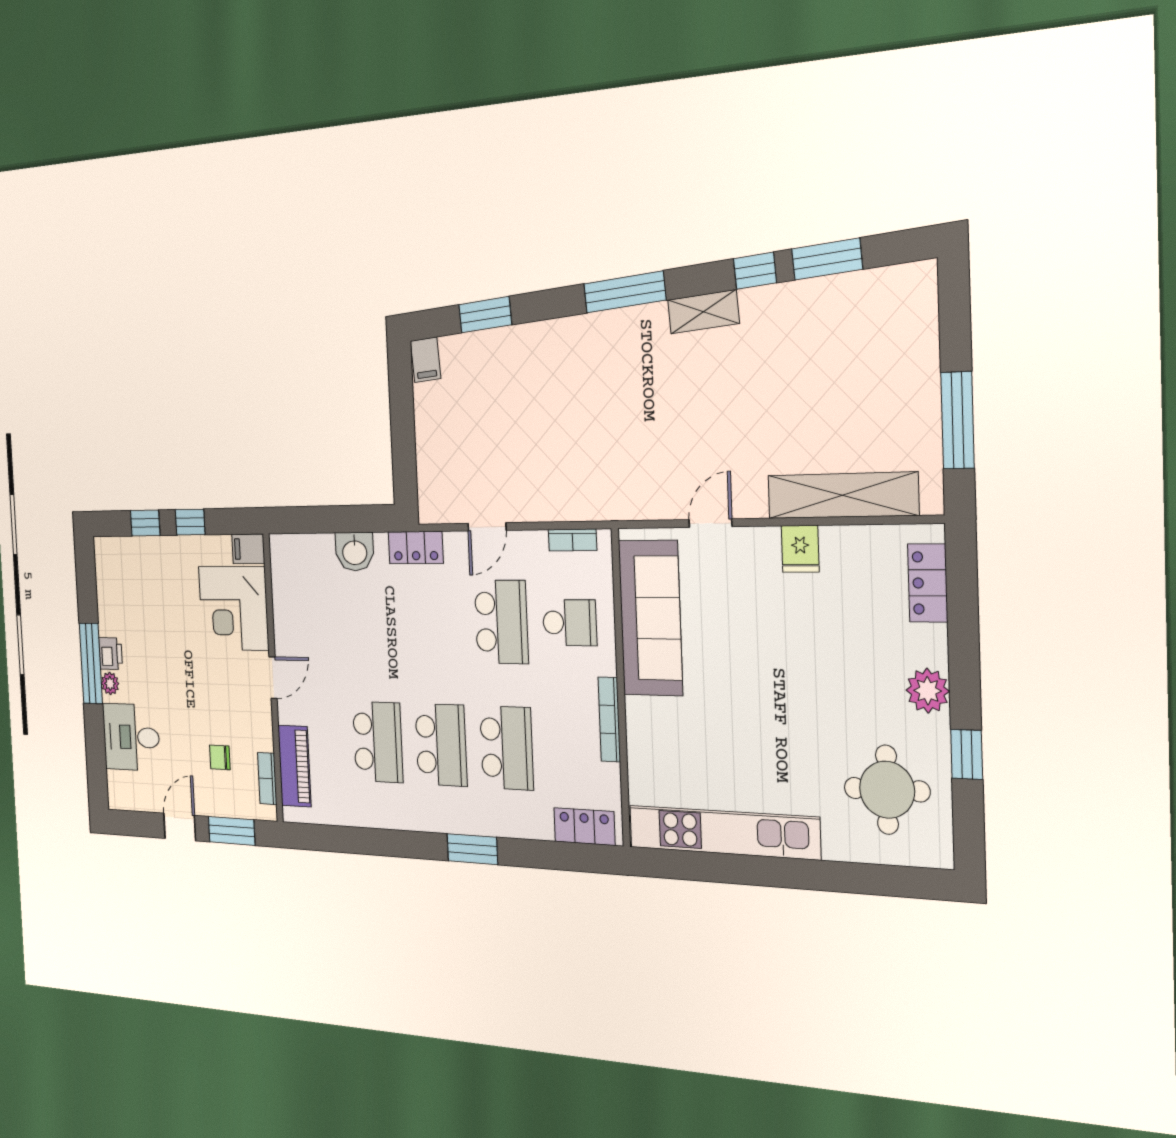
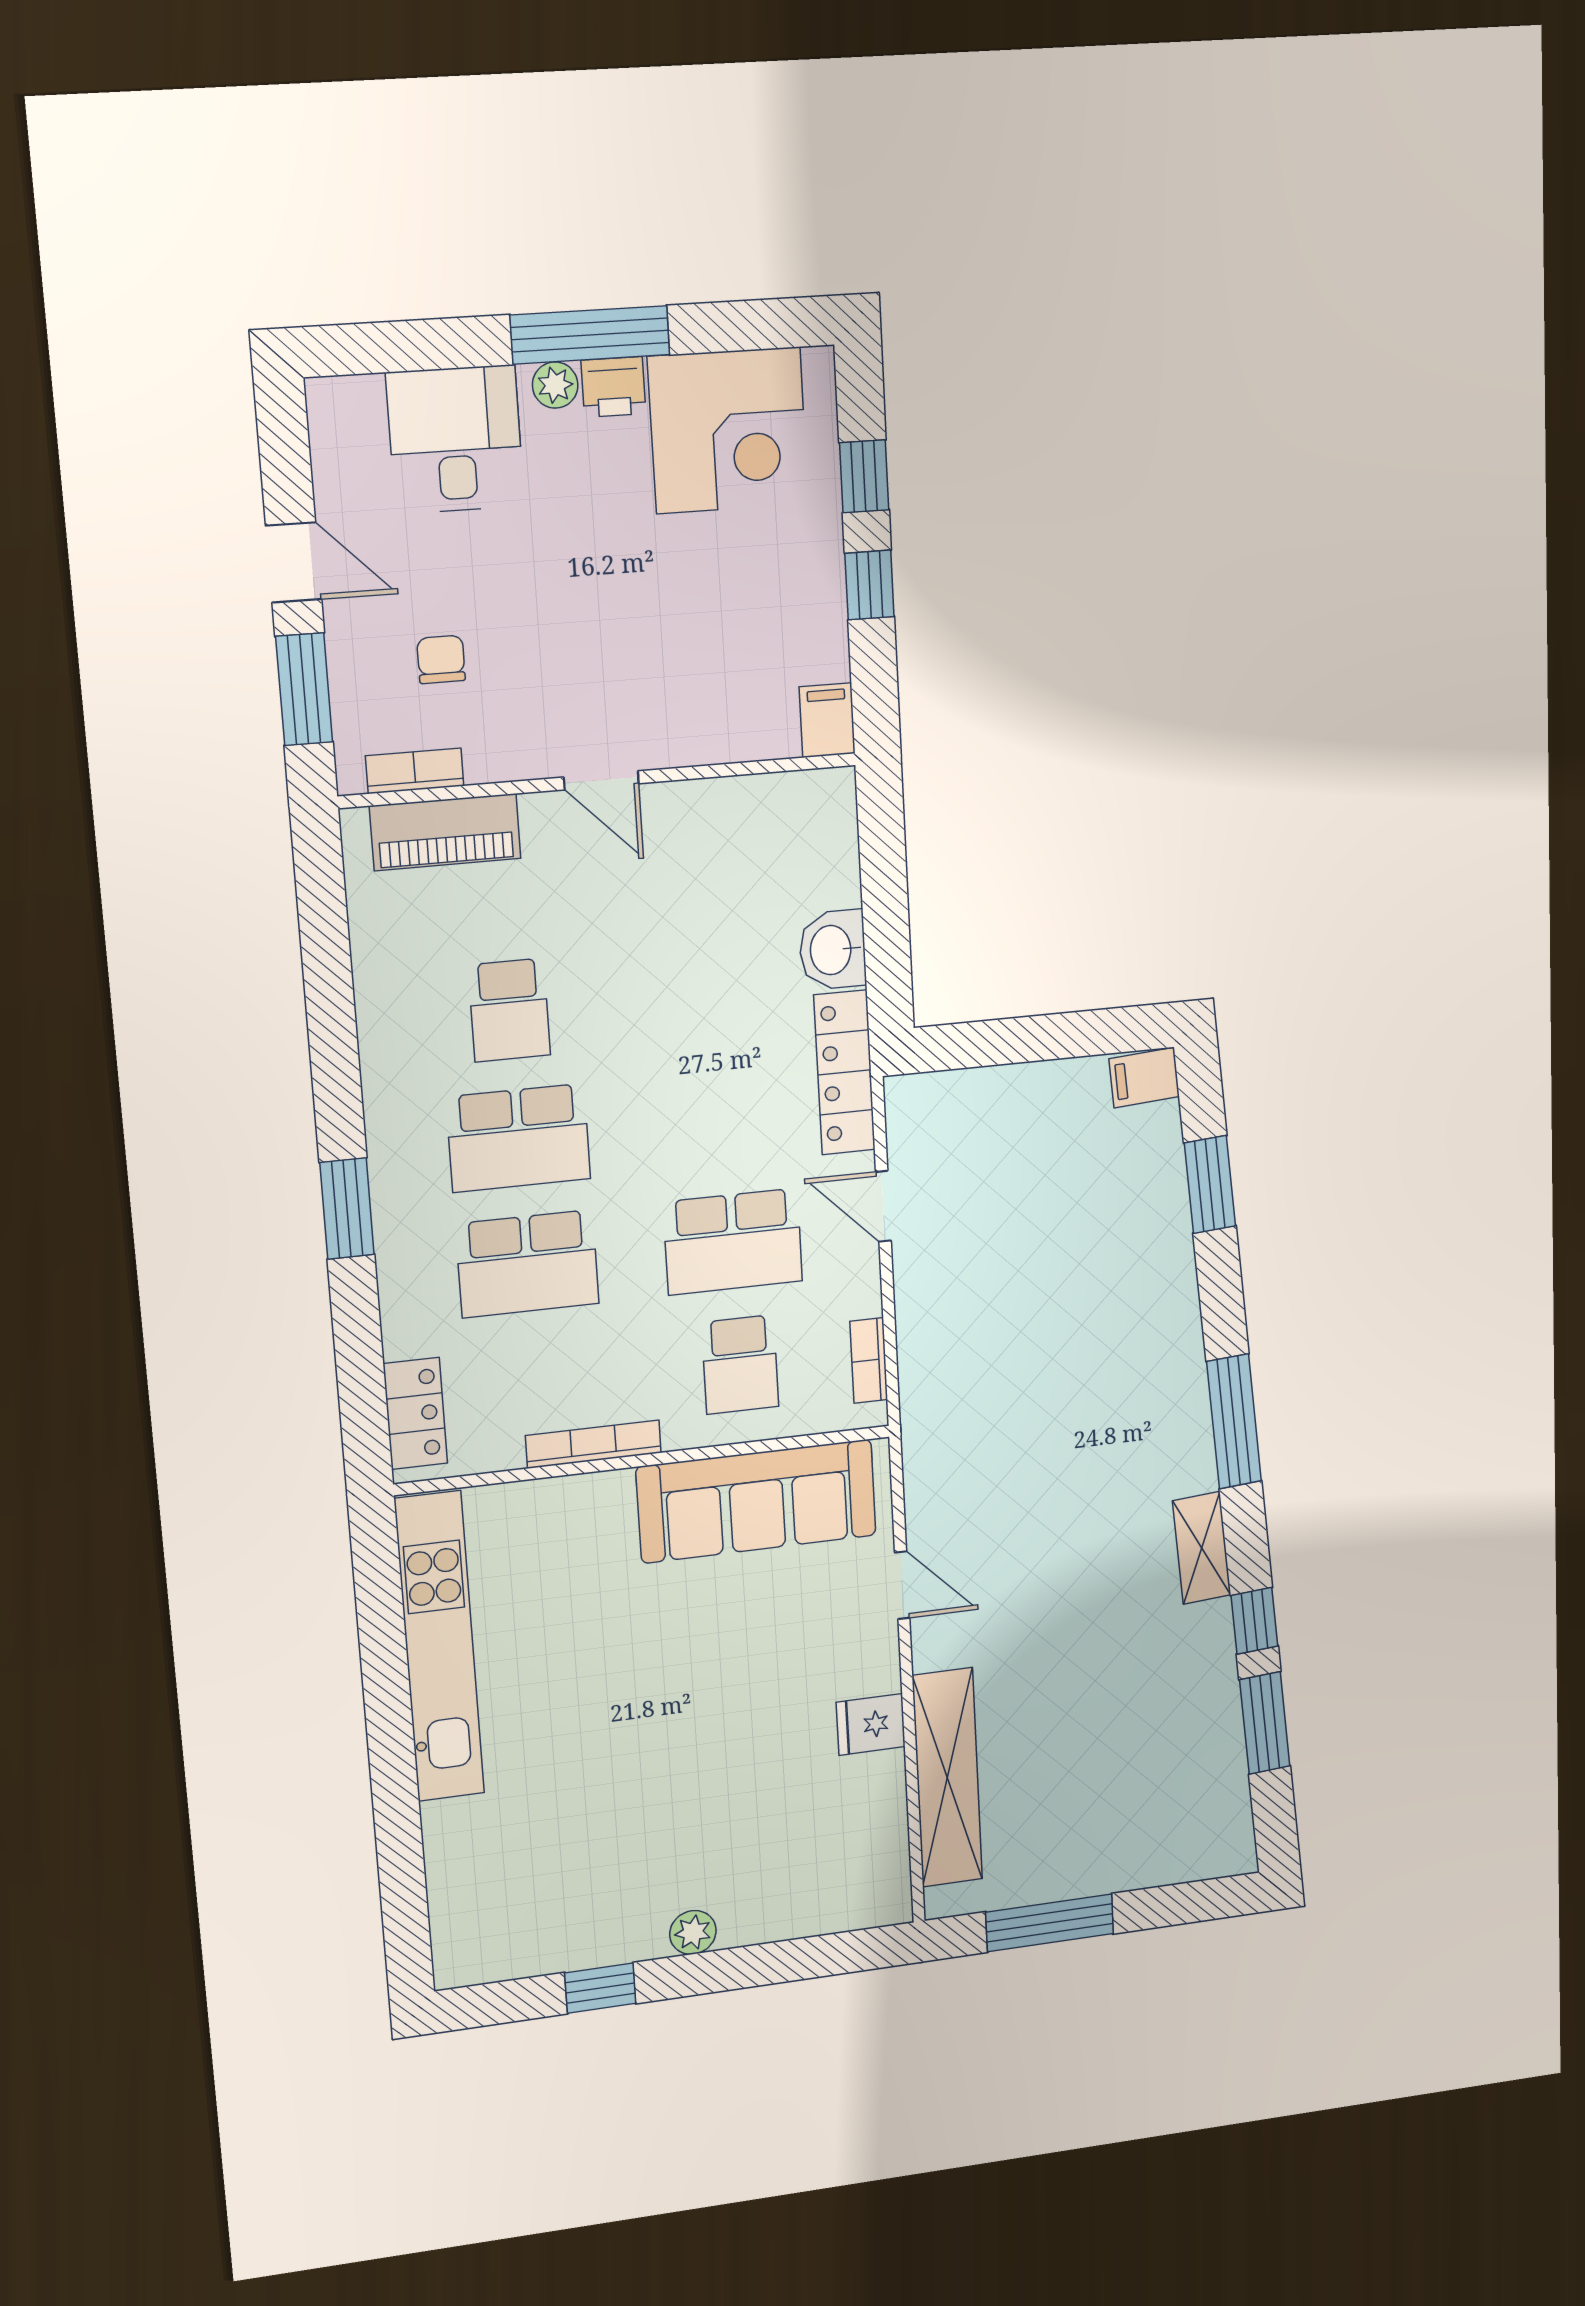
locker: (416, 548) -> (845, 1073), width x1.53
locker: (928, 583) -> (832, 1909), removed
corner desk: (234, 608) -> (728, 430), moved, turned 180
plant: (928, 691) -> (693, 1932), width x0.73, depth x0.73
school desk: (378, 742) -> (509, 1010), width x0.54
round table: (887, 790) -> (537, 1885), removed

